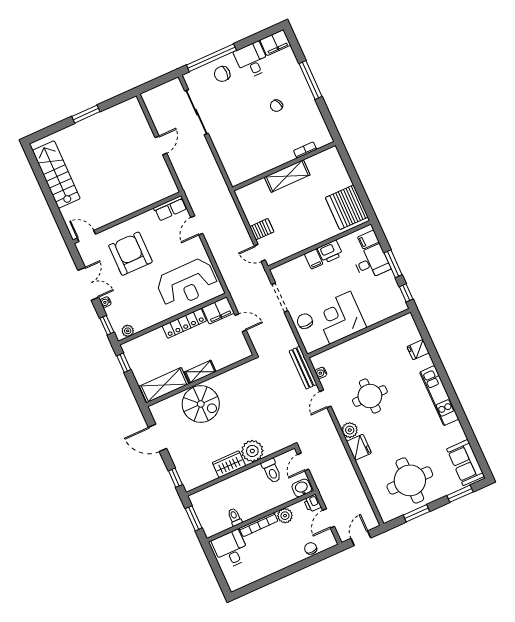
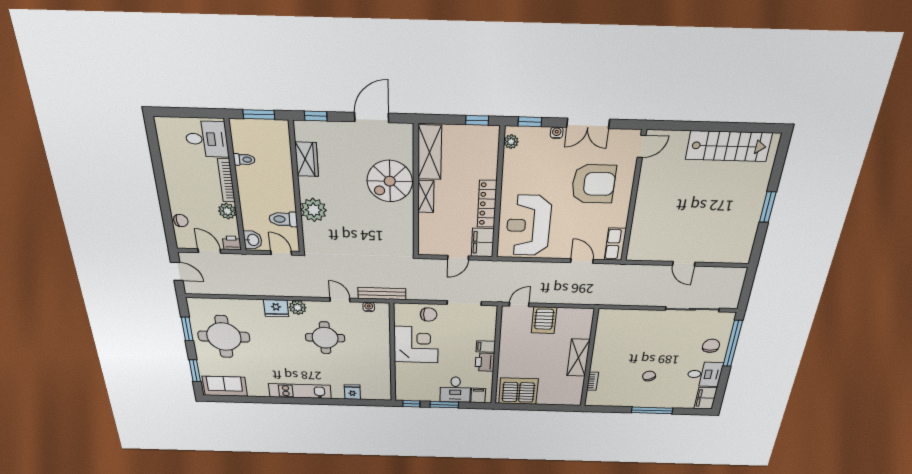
server rack: (262, 229) -> (544, 320), width x1.36, depth x1.44
wardrobe: (229, 464) -> (307, 159), moved

